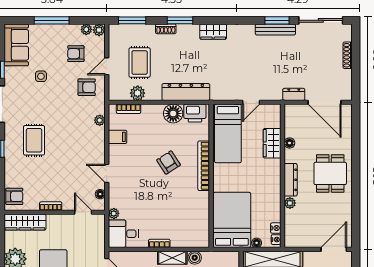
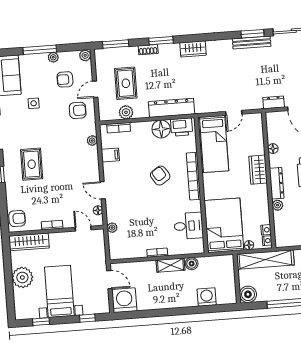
plant: (86, 29) -> (53, 57), moved
wardrobe: (272, 143) -> (258, 170), moved
desk: (123, 234) -> (189, 226), moved, turned 180

